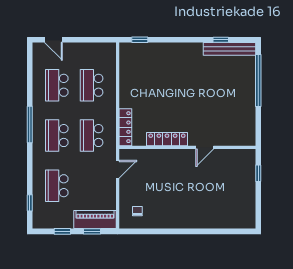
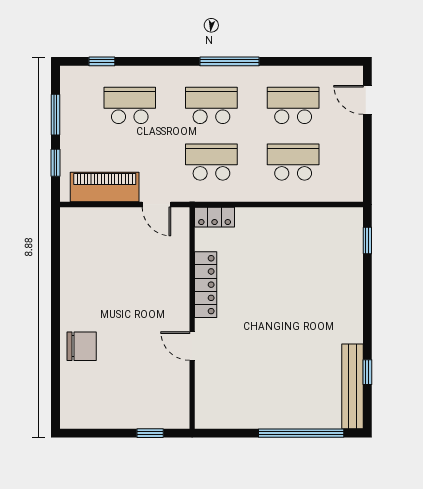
door: (53, 40) -> (367, 100), hinge flipped
locker: (125, 127) -> (215, 217), width x0.66
chair: (137, 211) -> (82, 346), moved, width x1.87, depth x1.87
piano: (95, 220) -> (105, 187), moved, turned -90
window: (62, 231) -> (56, 115), width x1.50

